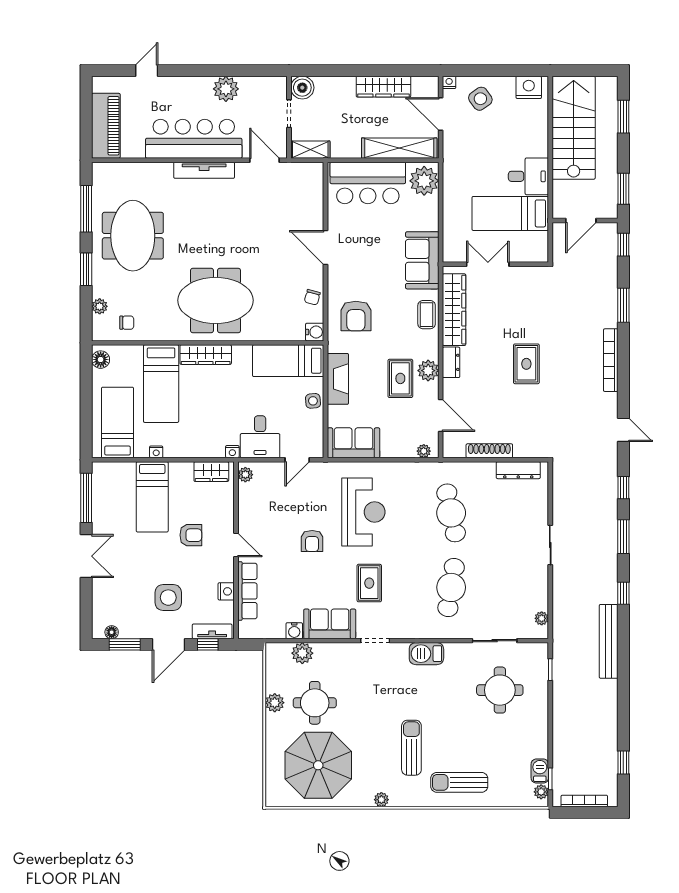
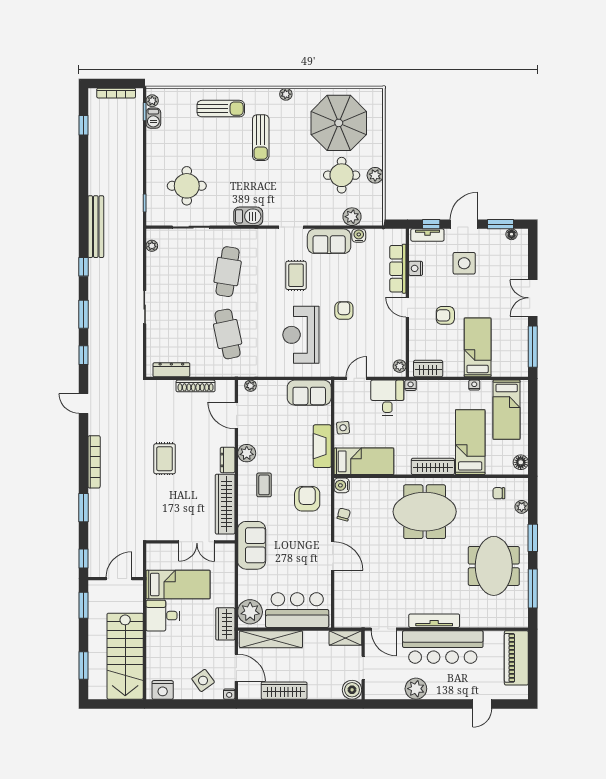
wardrobe: (454, 166) -> (225, 624), added
coffee table: (427, 315) -> (264, 485), moved
rug: (400, 378) -> (270, 447), removed

